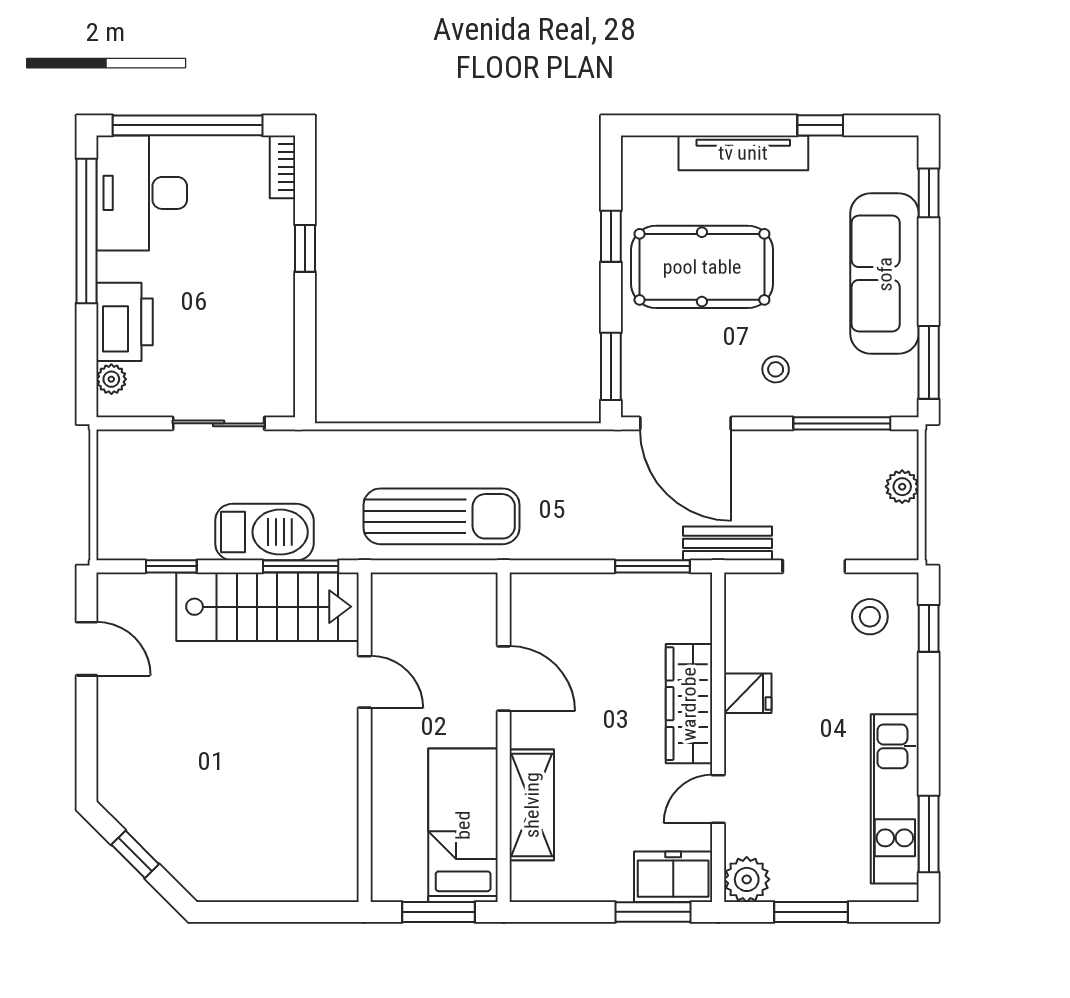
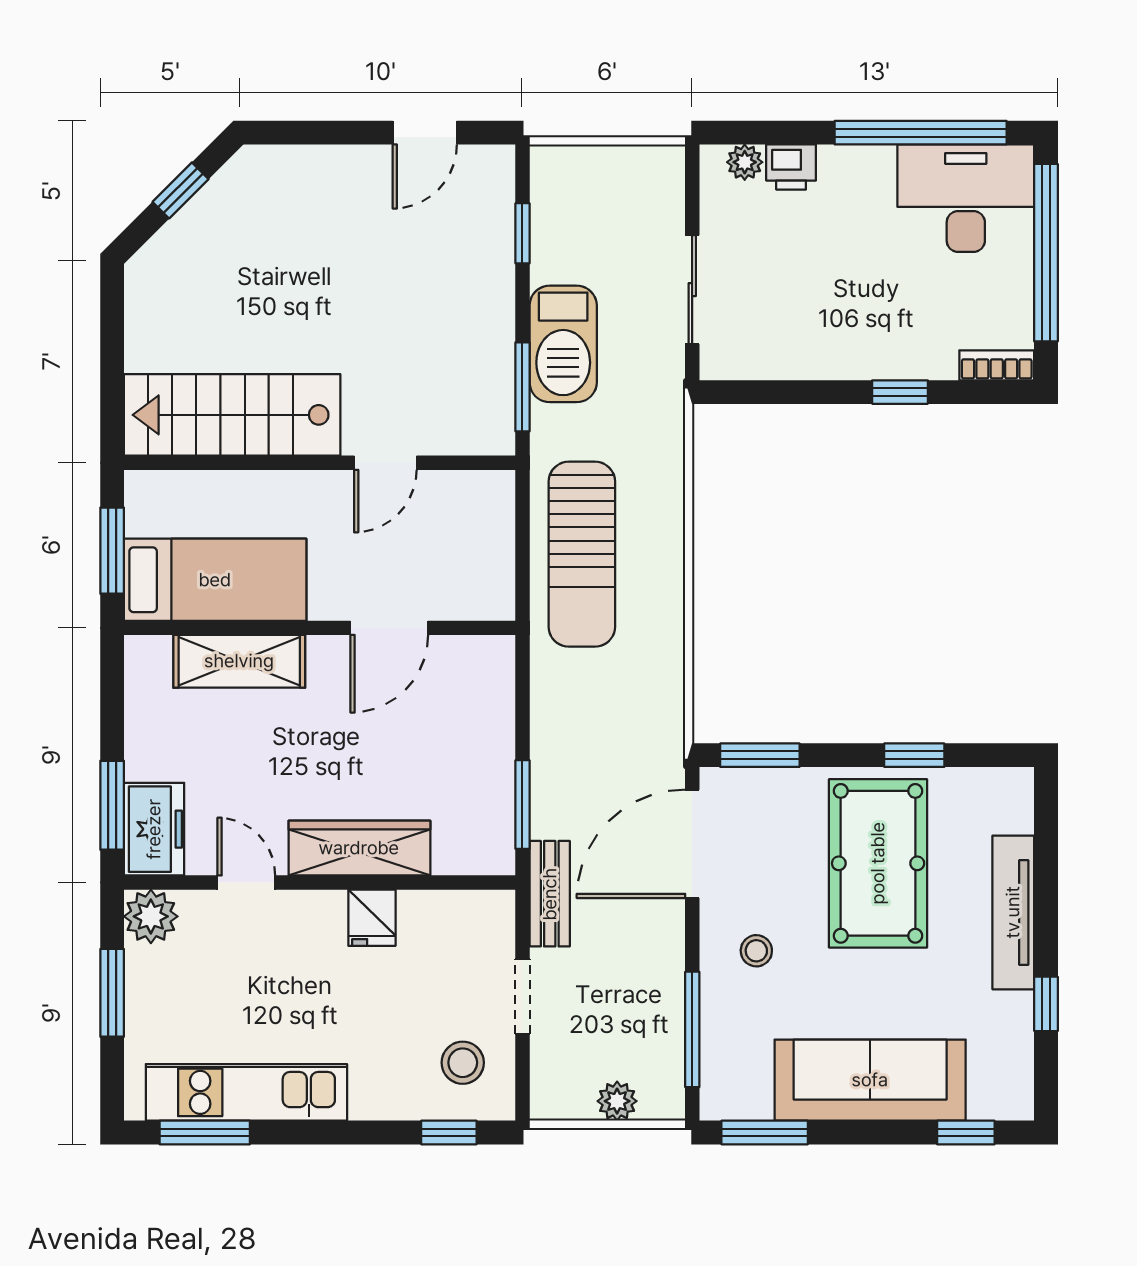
printer: (125, 322) -> (791, 167), width x0.53, depth x0.68
stairs: (267, 607) -> (232, 415), moved, turned 90

